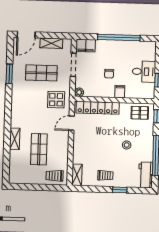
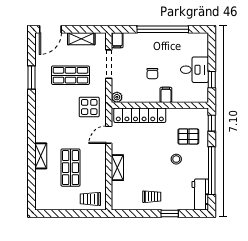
filing cabinet: (86, 46) -> (117, 40), width x0.50
pallet: (140, 113) -> (188, 136), moved
shelving: (77, 175) -> (117, 168), moved

